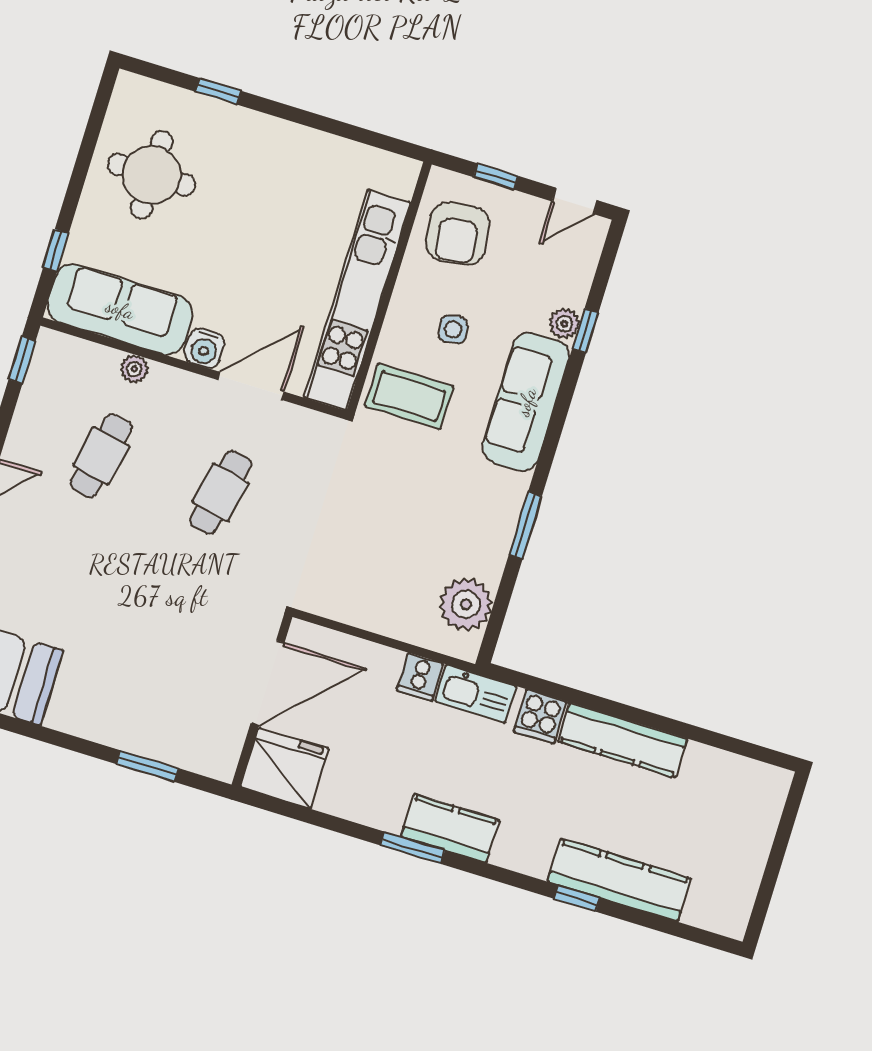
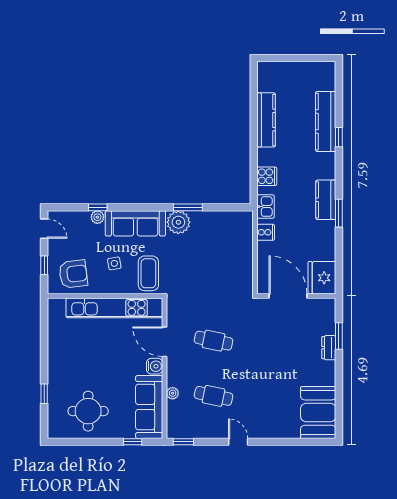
plant: (466, 604) -> (178, 222), moved
kitchen sink: (476, 694) -> (266, 207), width x0.73
dresser: (129, 737) -> (329, 348), added
kitchen counter: (622, 740) -> (266, 120), moved

